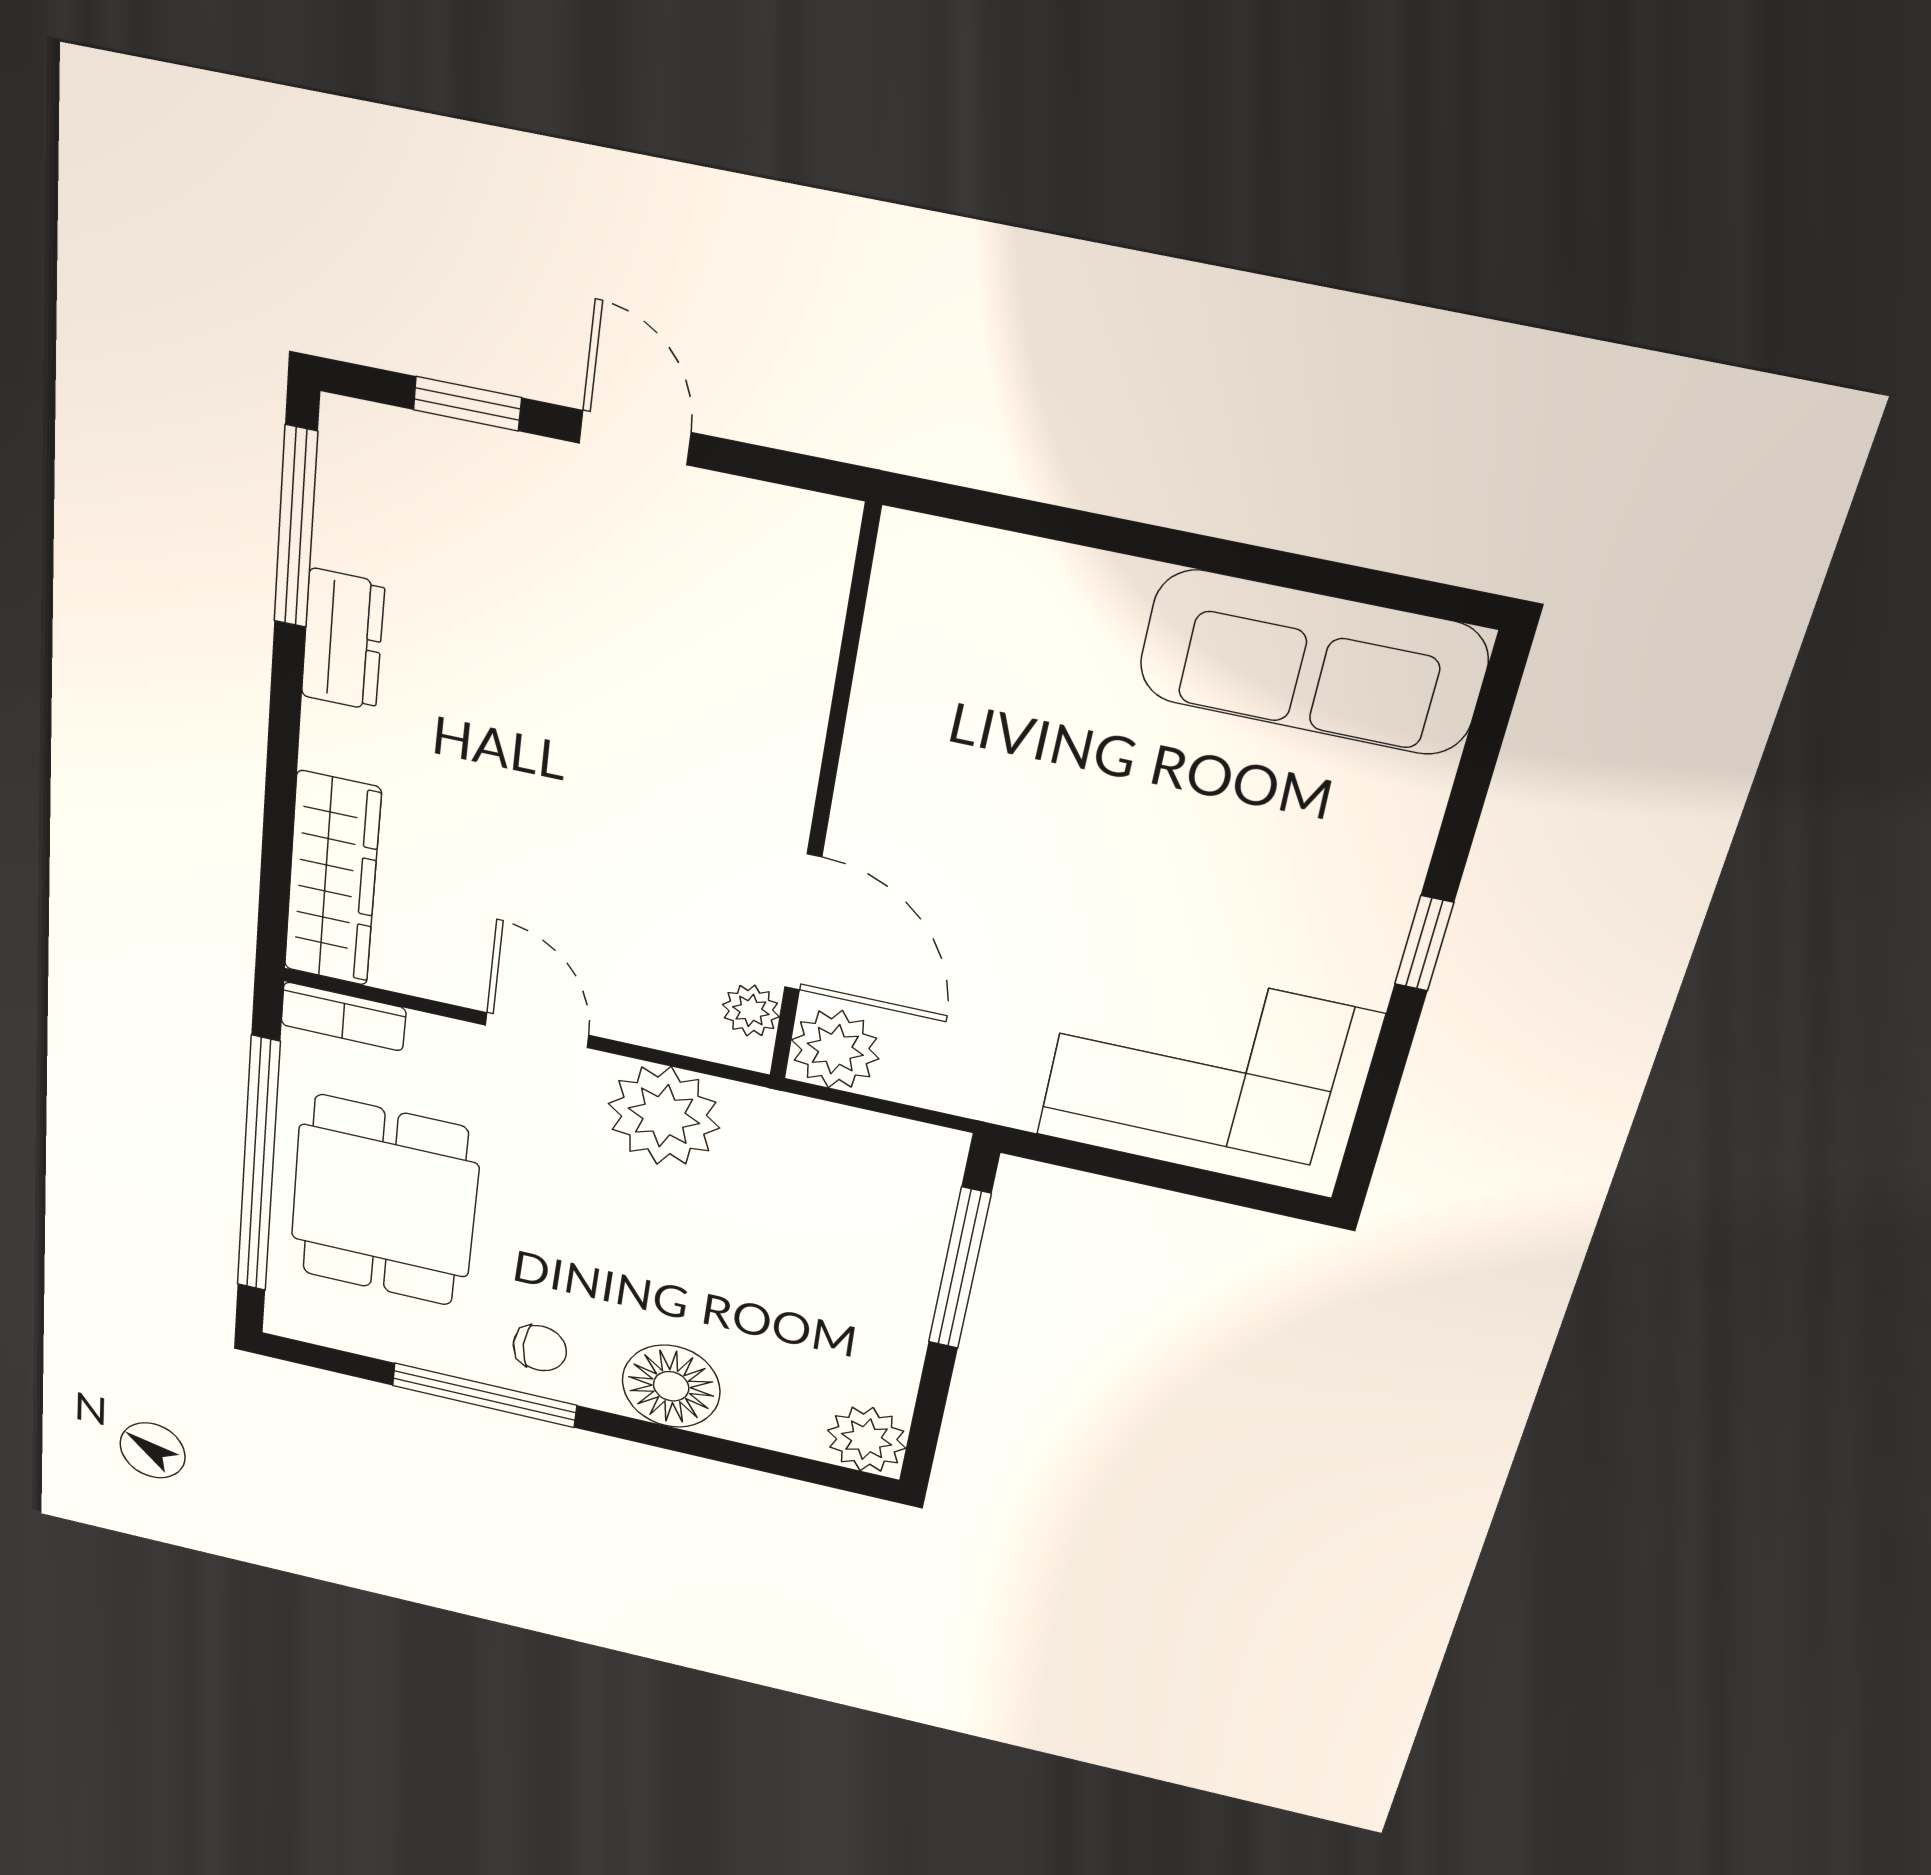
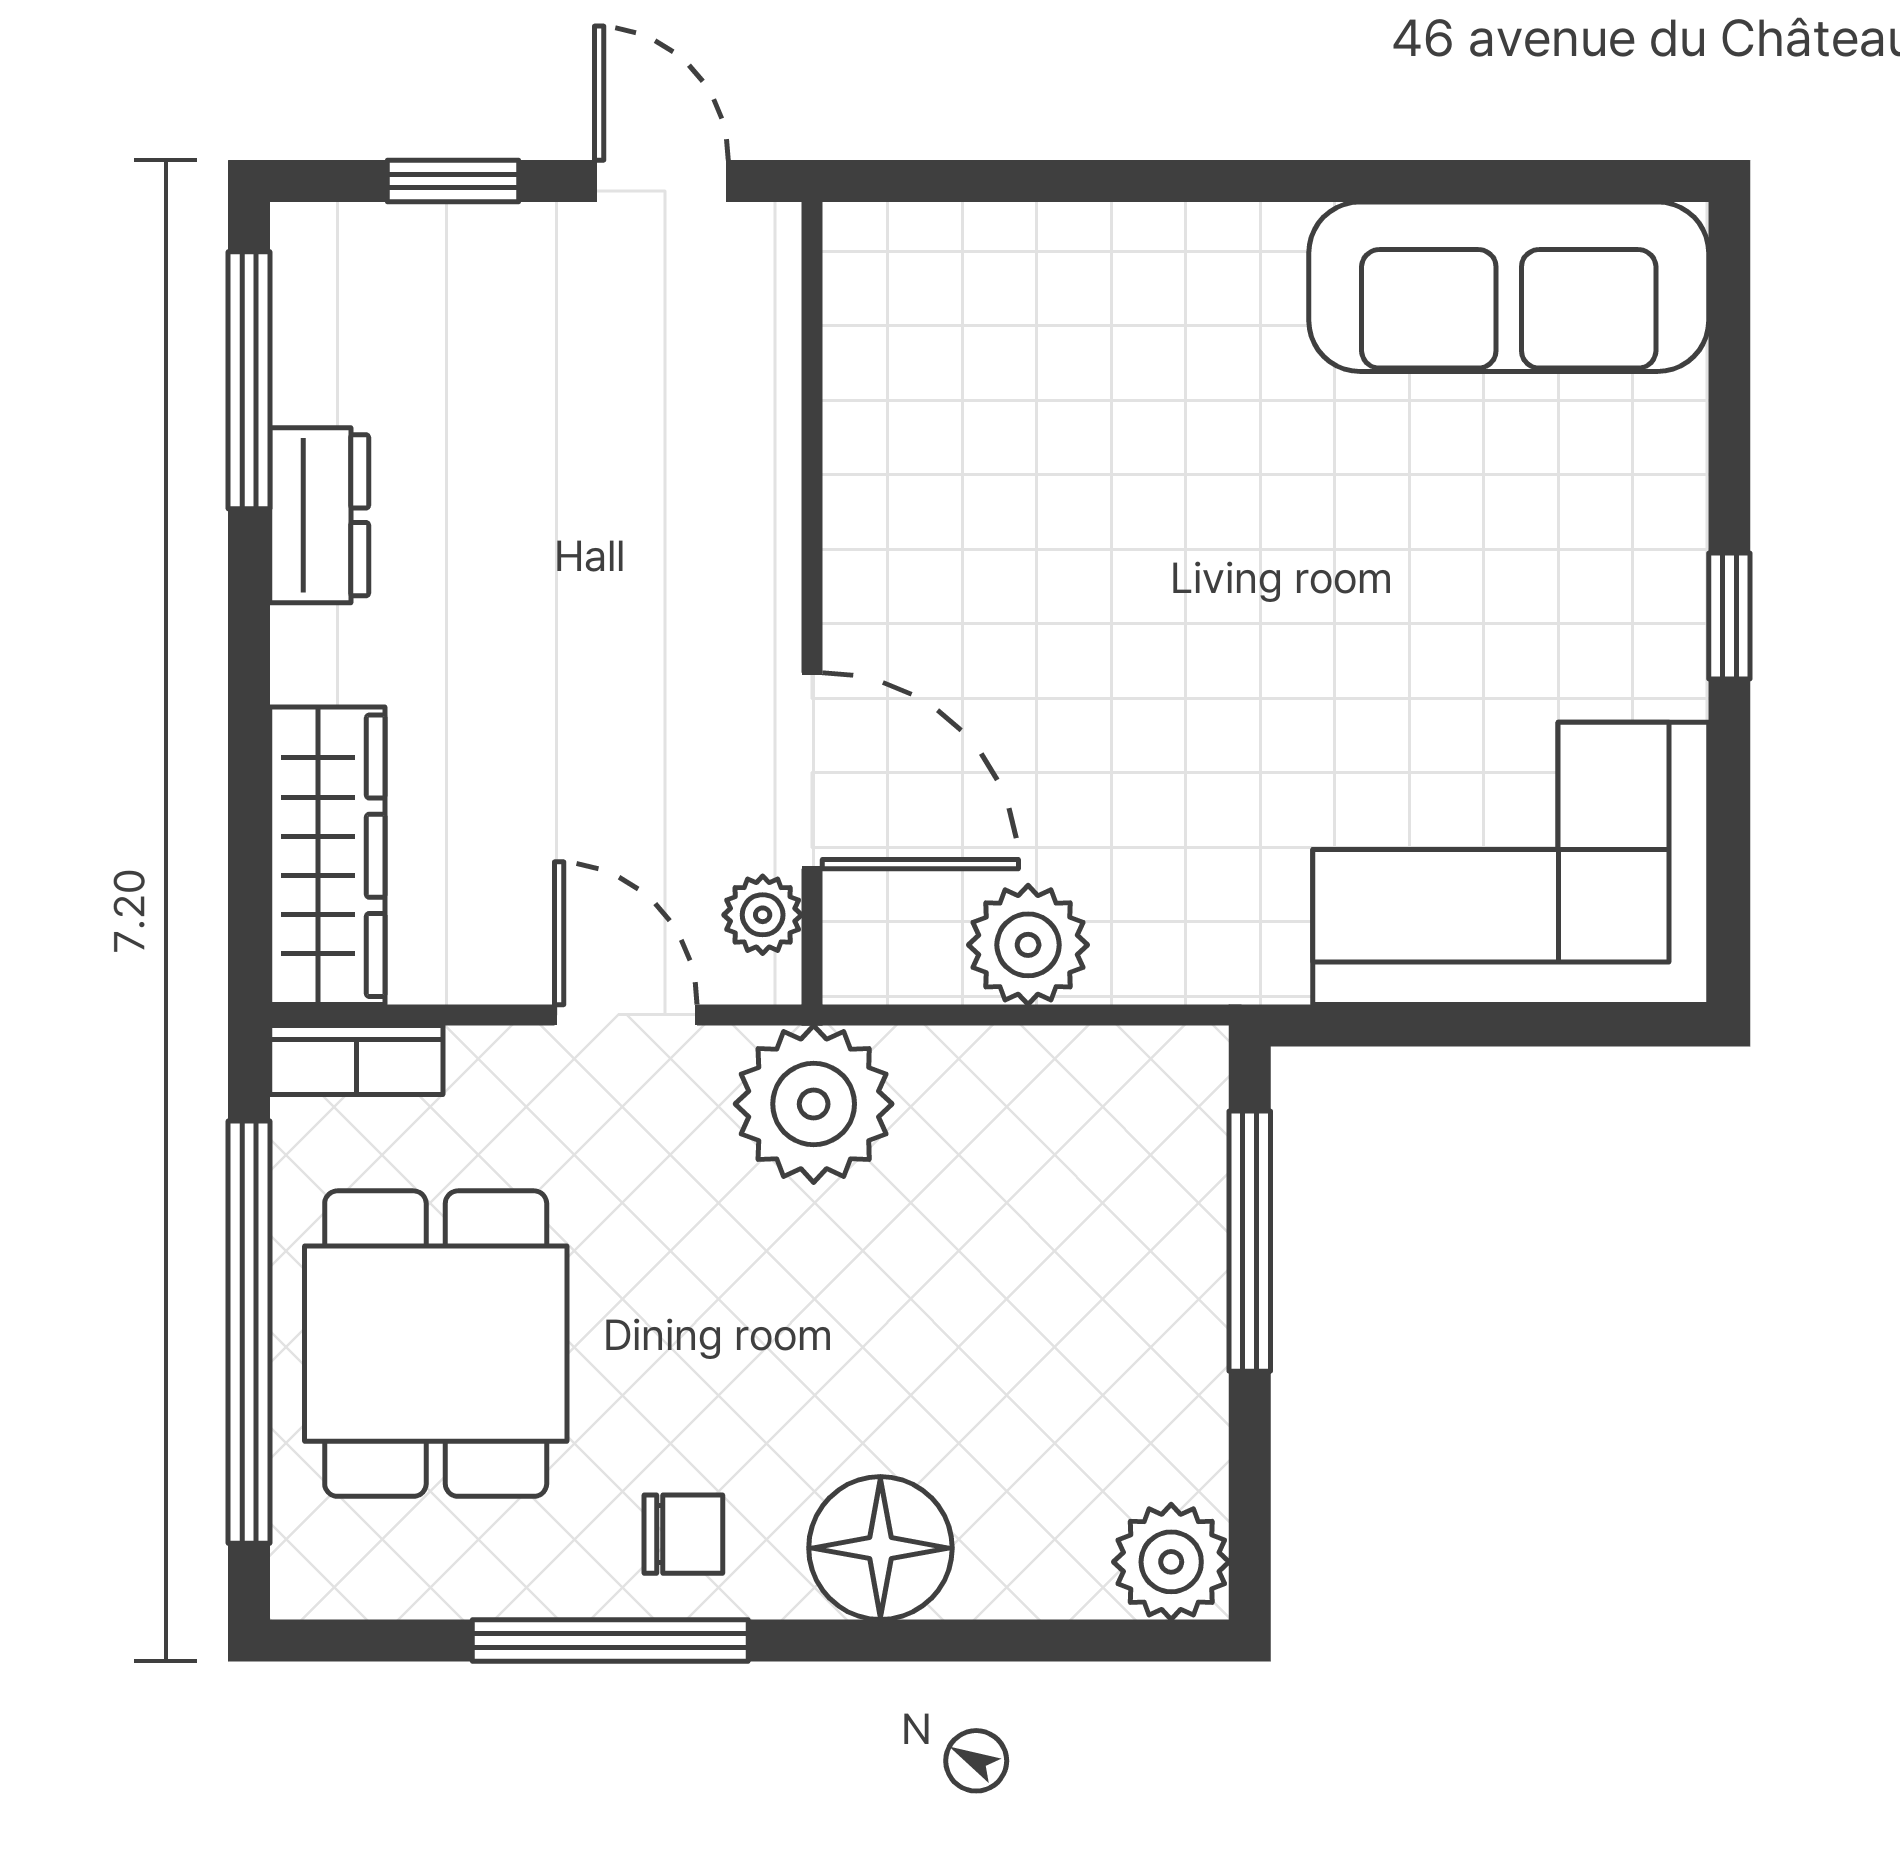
wall: (823, 806) -> (812, 603), moved
door: (803, 923) -> (812, 771), moved
plant: (751, 1011) -> (763, 915), moved

